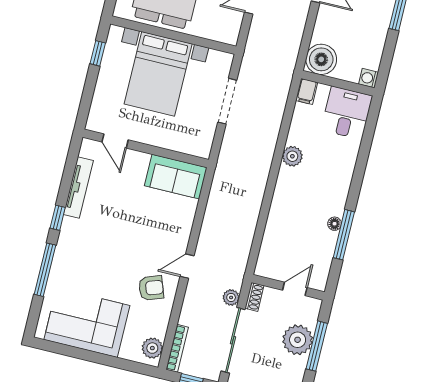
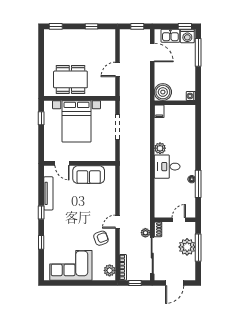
desk: (347, 113) -> (167, 167), moved, turned -90
sofa: (176, 177) -> (89, 175), moved
window: (45, 270) -> (41, 242), width x0.46

